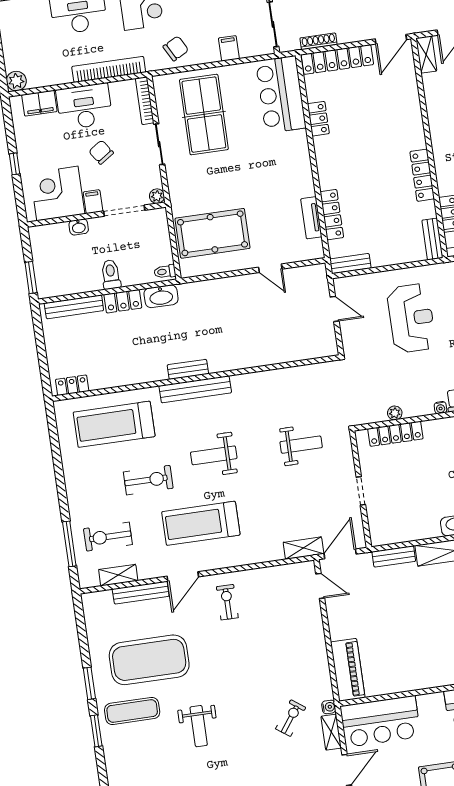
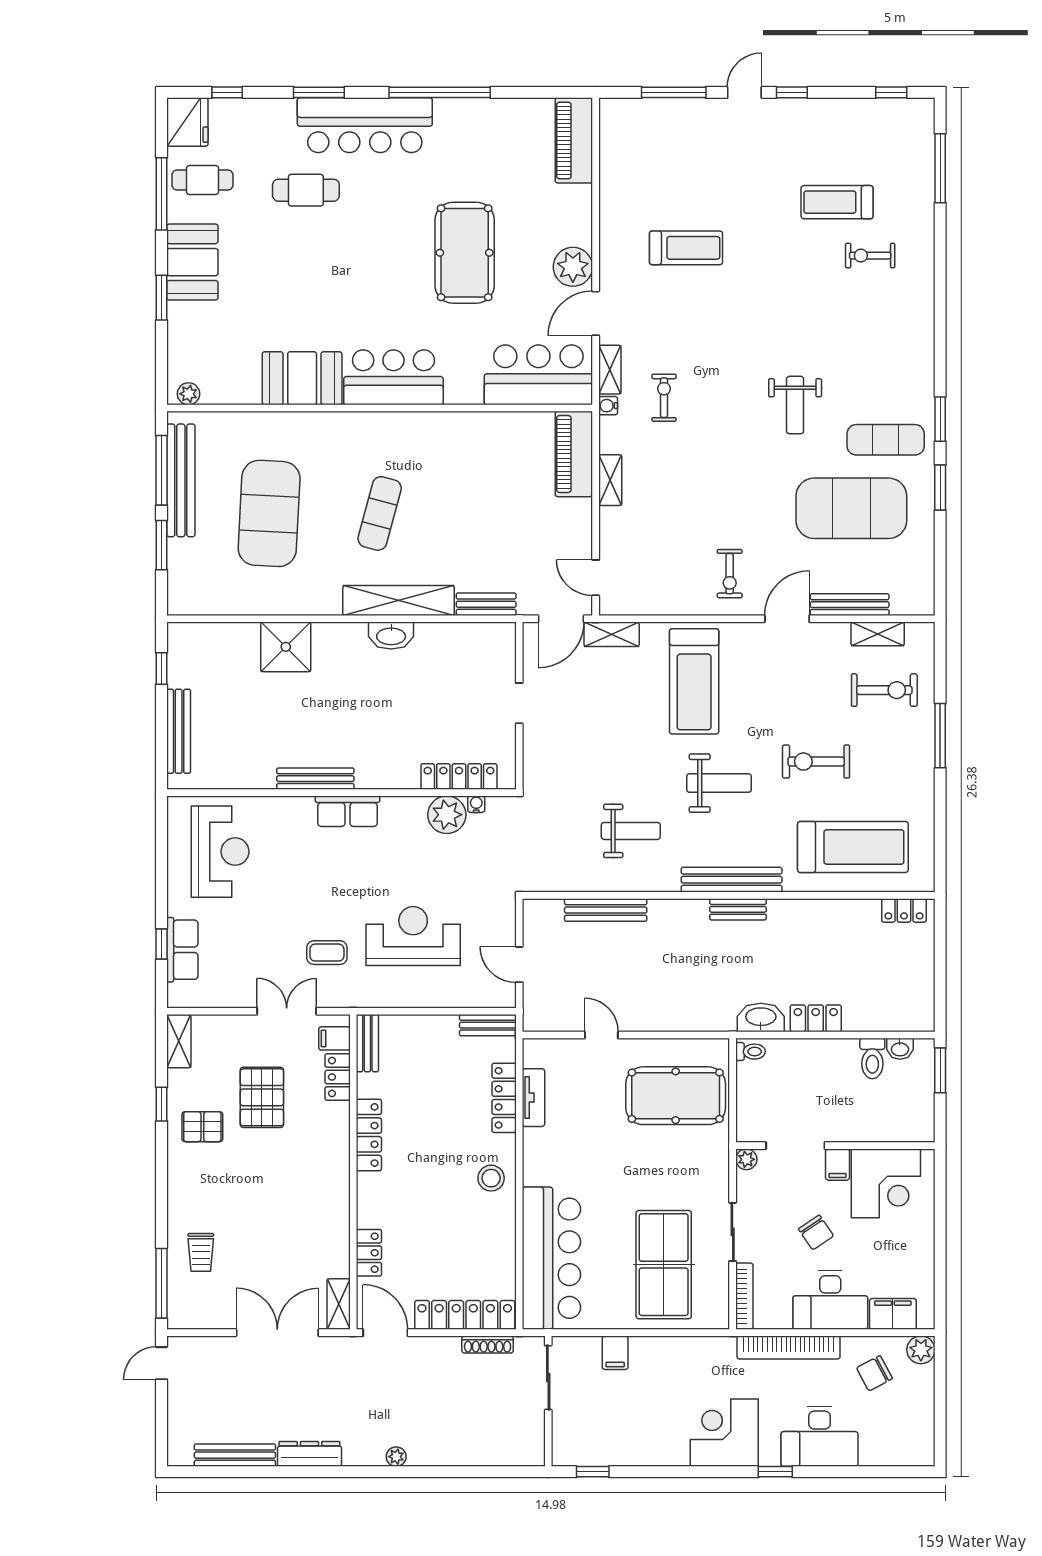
door: (391, 39) -> (385, 1333), hinge flipped
chair: (176, 48) -> (874, 1373), moved
bar counter: (281, 95) -> (551, 1258), width x1.36
locker: (318, 119) -> (369, 1253), moved, turned 180
stool: (333, 157) -> (491, 1178), added
window: (15, 164) -> (940, 1234), removed
washbasin: (79, 227) -> (900, 1049), moved, turned 180
toilet: (111, 274) -> (872, 1058), moved
bench: (74, 307) -> (606, 910), moved
reception desk: (411, 318) -> (413, 936), turned 90
water cooler: (440, 408) -> (476, 804), moved
plant: (395, 413) -> (447, 815), width x1.88, depth x1.88
weight bench: (301, 445) -> (631, 831), moved, turned 180
treadmill: (201, 523) -> (694, 681), moved, turned 90
window: (69, 544) -> (940, 736), moved
shelving: (320, 655) -> (610, 480), added
exercise bike: (291, 718) -> (664, 398), turned 144
weight bench: (199, 726) -> (795, 405), turned 180

